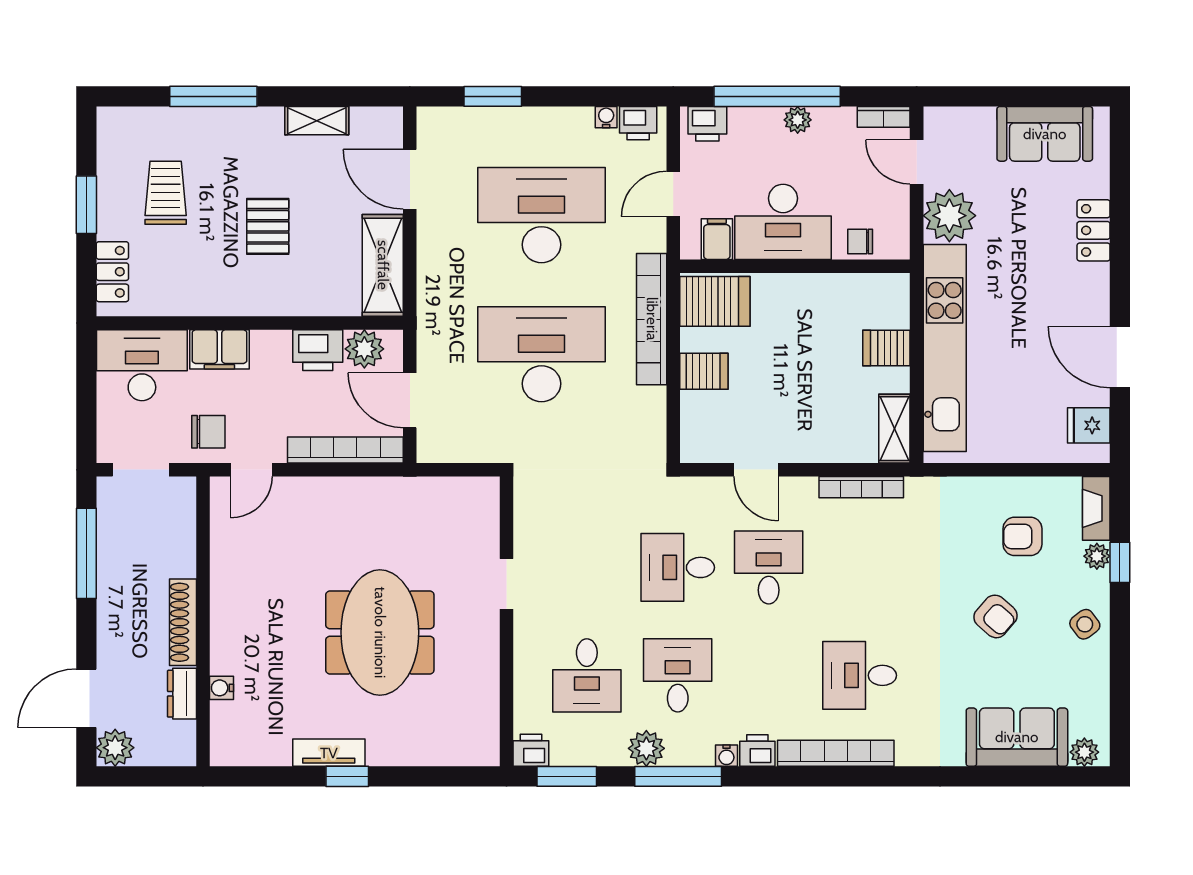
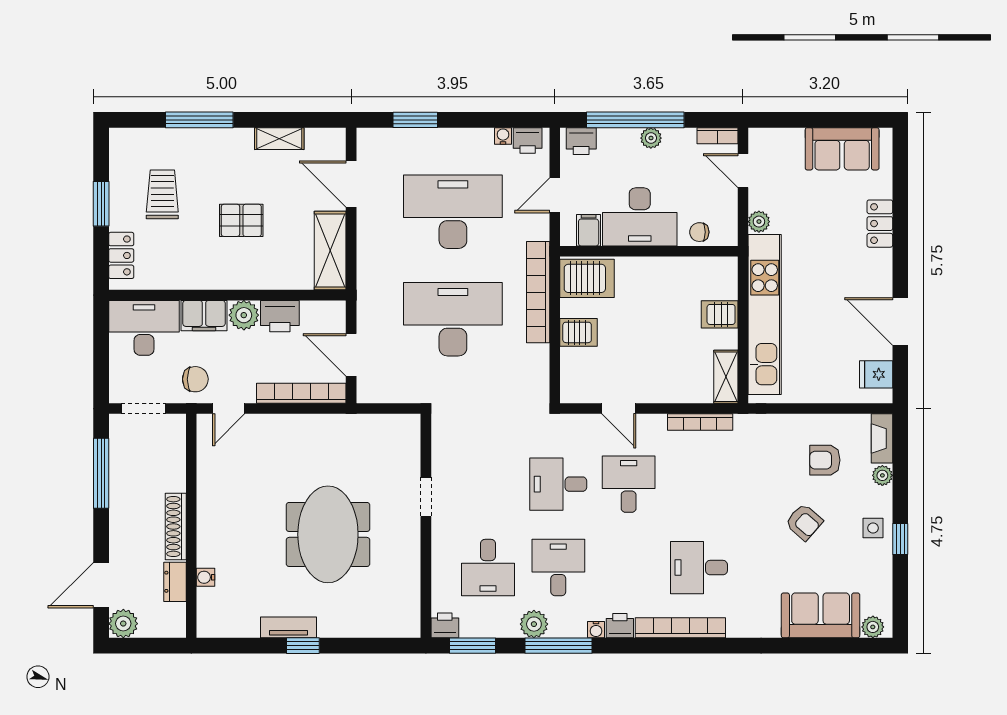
plant: (949, 216) -> (759, 222), width x0.53, depth x0.53
pallet: (268, 226) -> (241, 220), turned 90
plant: (364, 349) -> (244, 315), moved
window: (1120, 562) -> (900, 539), moved
side table: (1085, 624) -> (873, 528), turned 37

